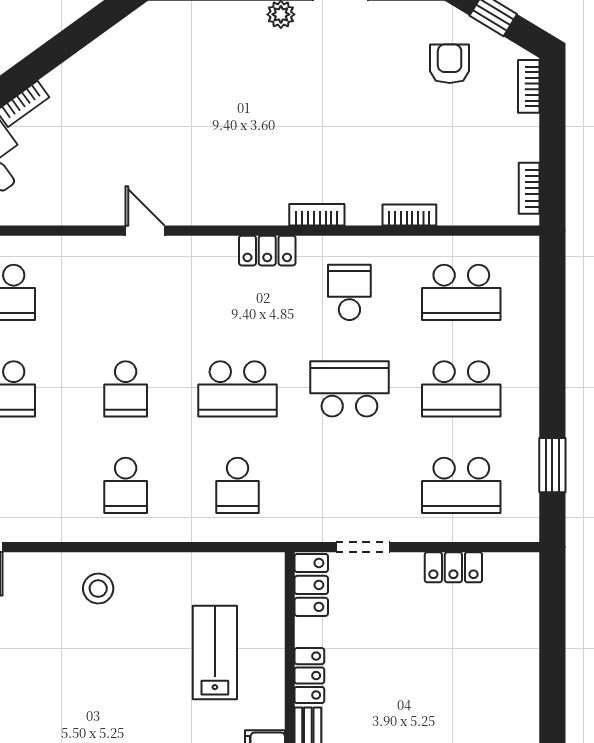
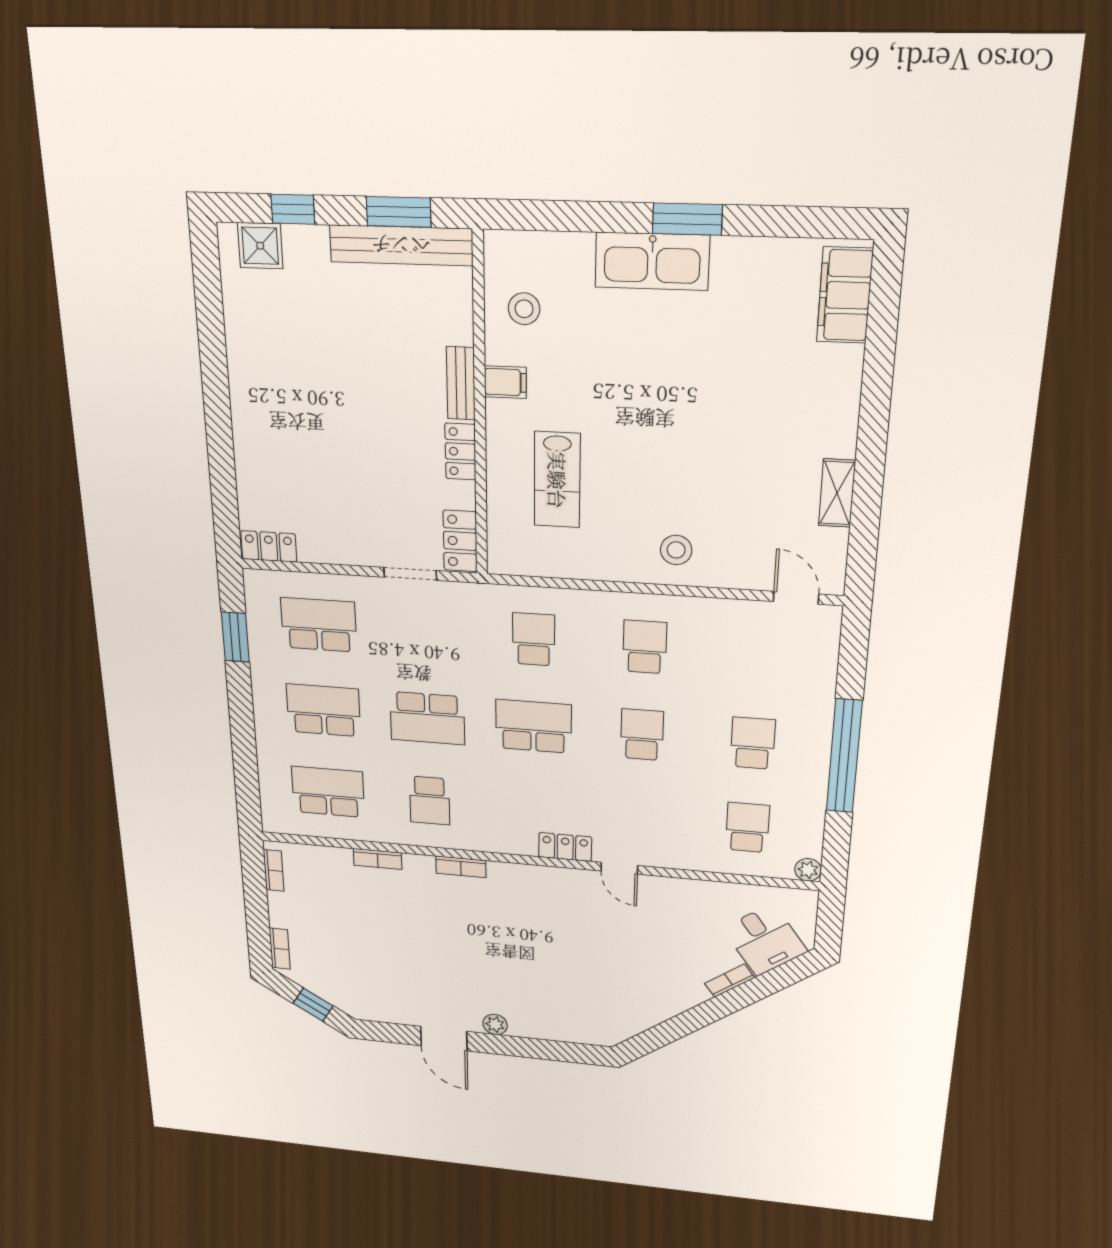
armchair: (450, 64) -> (348, 973), removed
locker: (267, 251) -> (565, 847), moved
locker: (453, 567) -> (269, 546), moved

